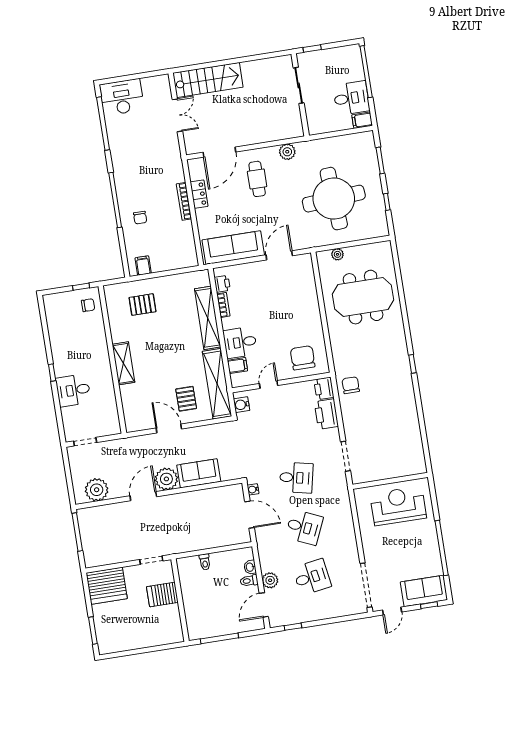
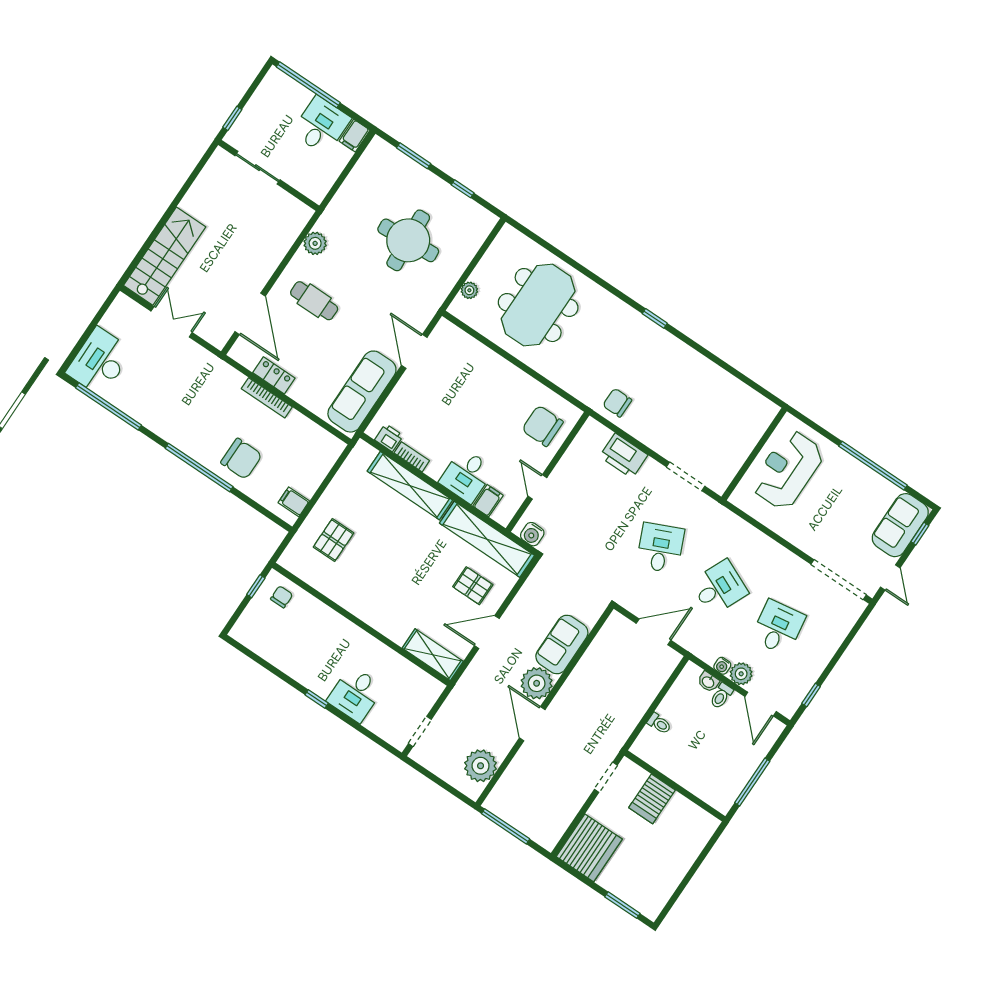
round table: (334, 199) -> (408, 240), width x0.73, depth x0.73
chair: (140, 218) -> (241, 459), width x1.87, depth x1.87
shelving: (123, 363) -> (433, 655), moved
printer: (324, 388) -> (595, 434), removed
desk: (296, 478) -> (660, 548), turned -36
water cooler: (253, 489) -> (722, 666), moved

